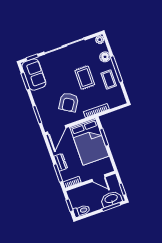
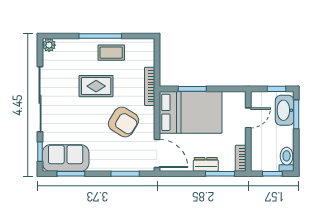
floor lamp: (105, 57) -> (77, 46), removed

